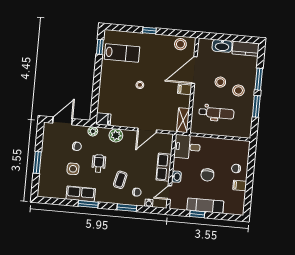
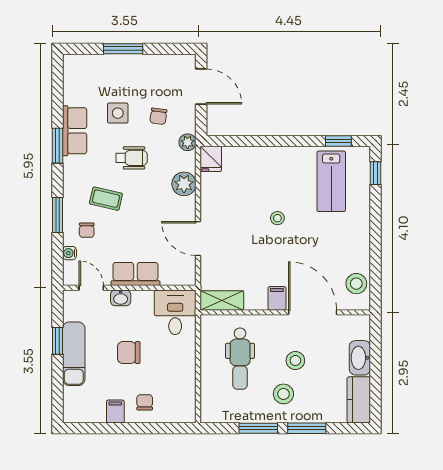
window: (149, 30) -> (376, 173), moved

